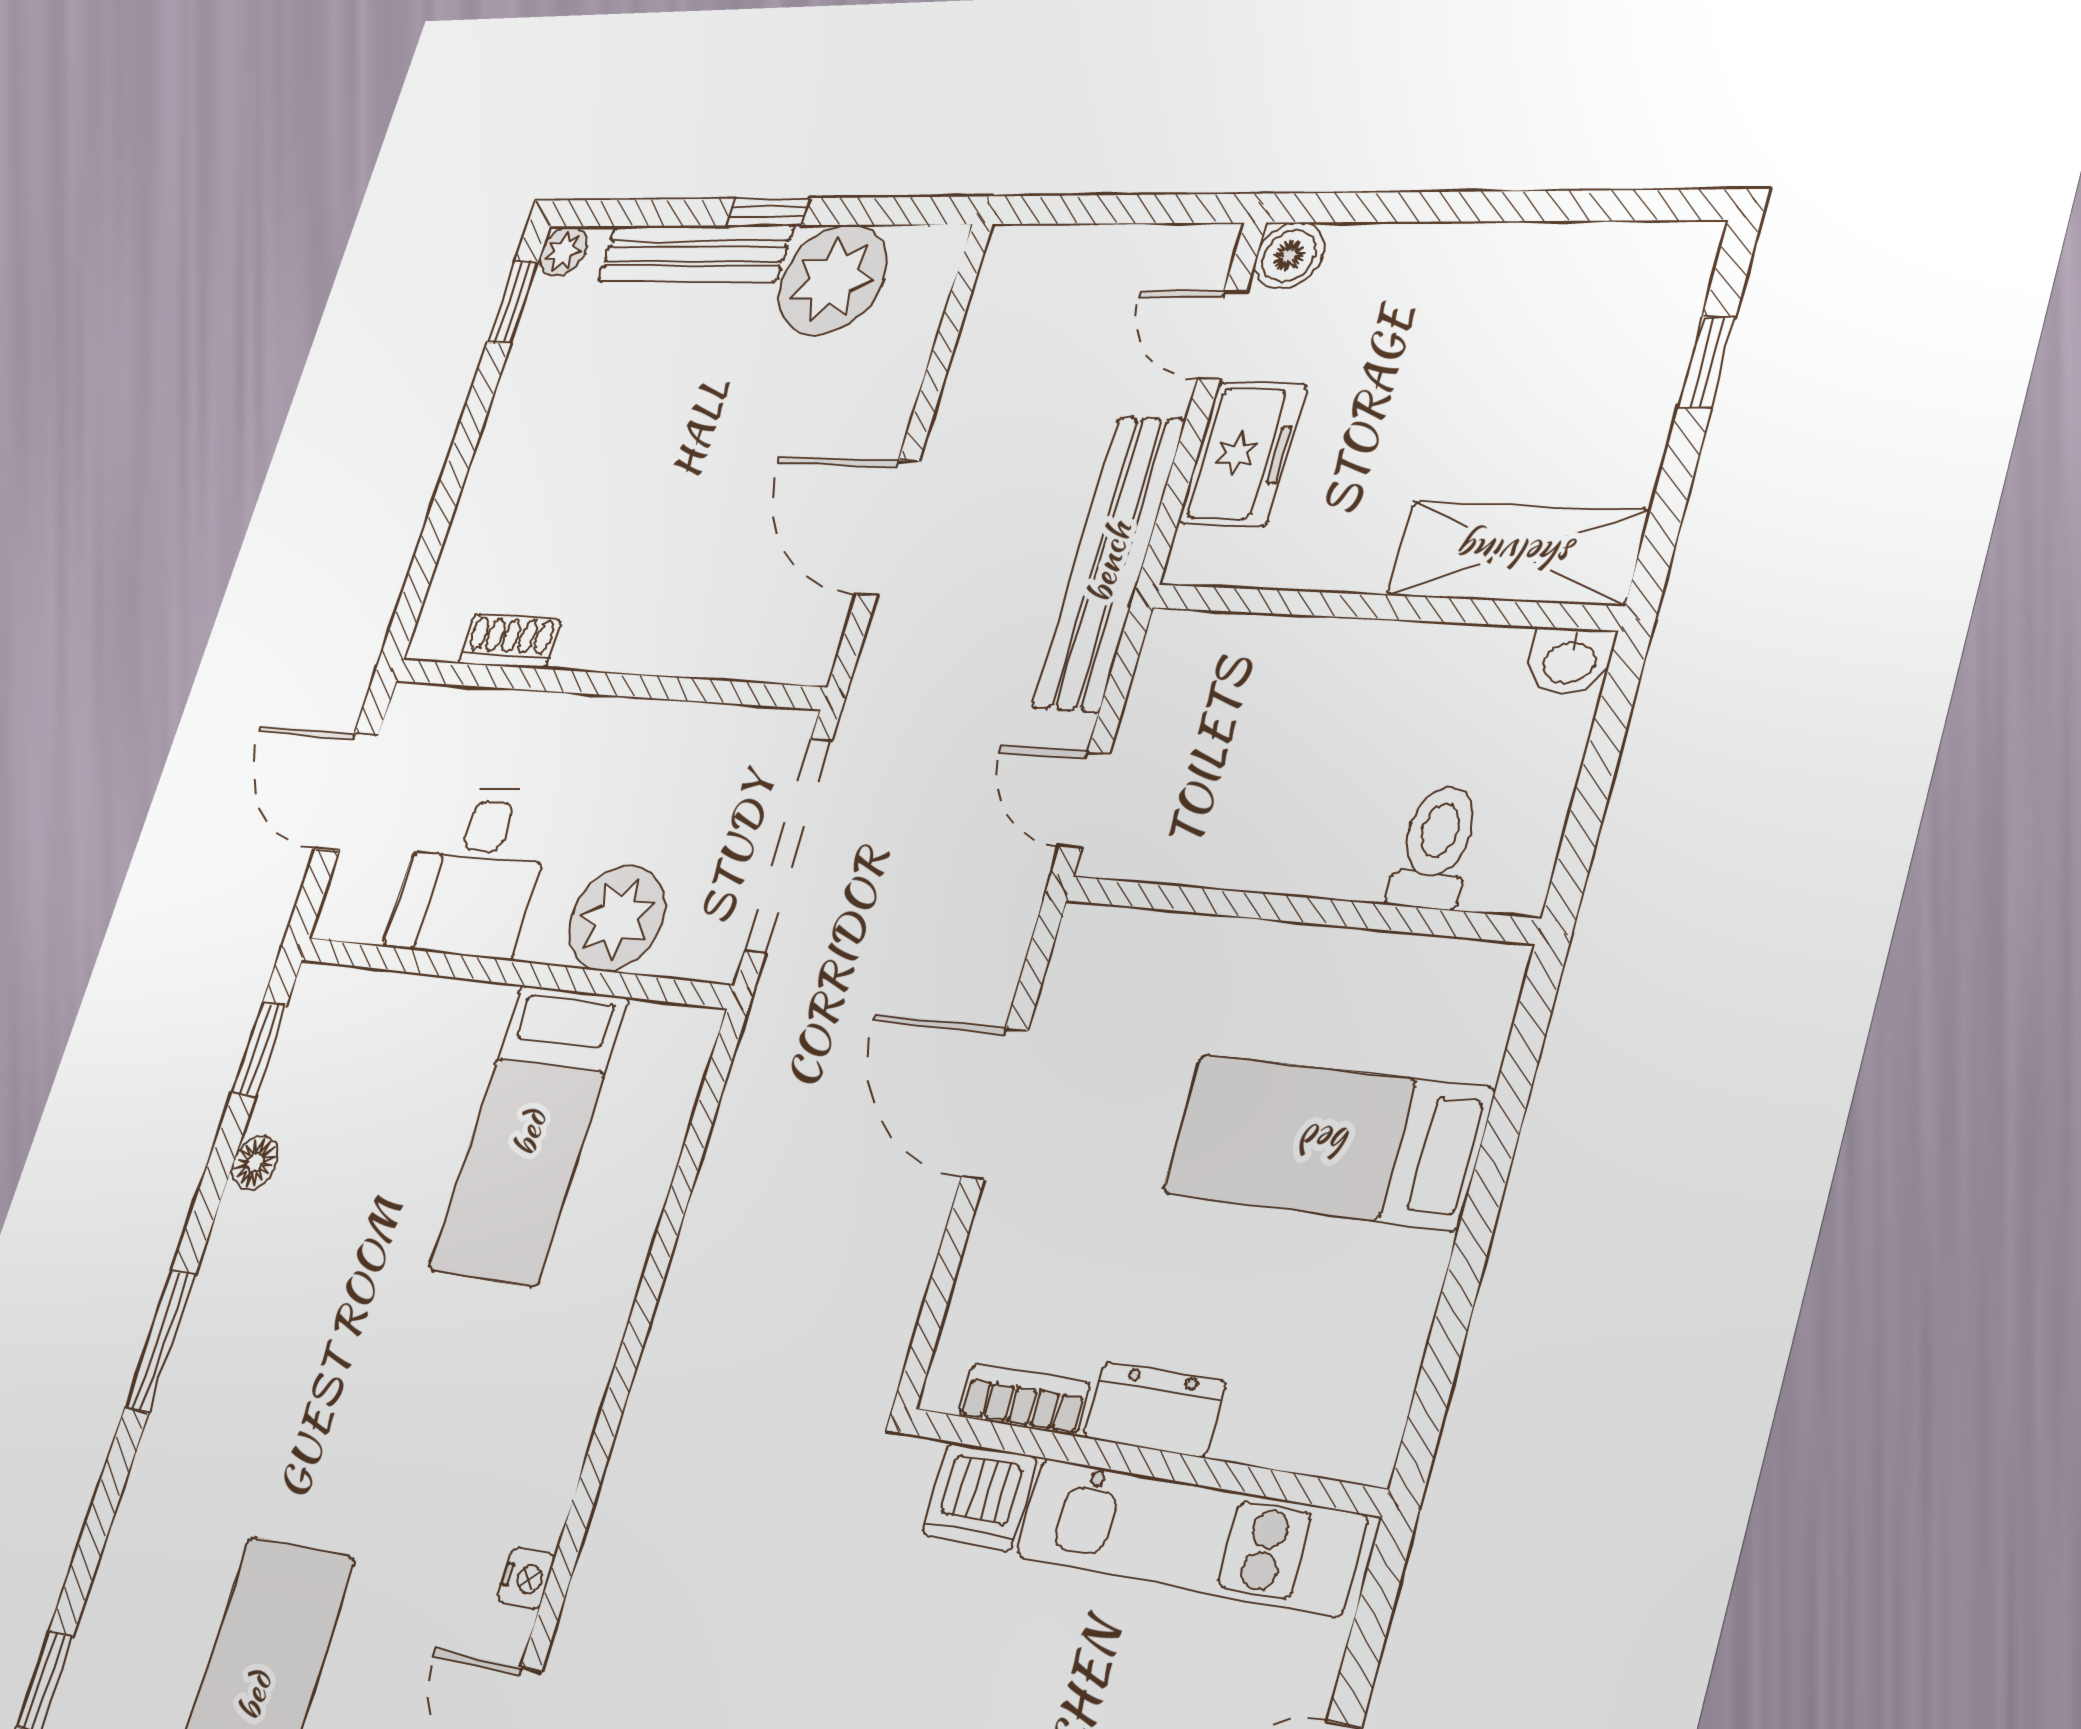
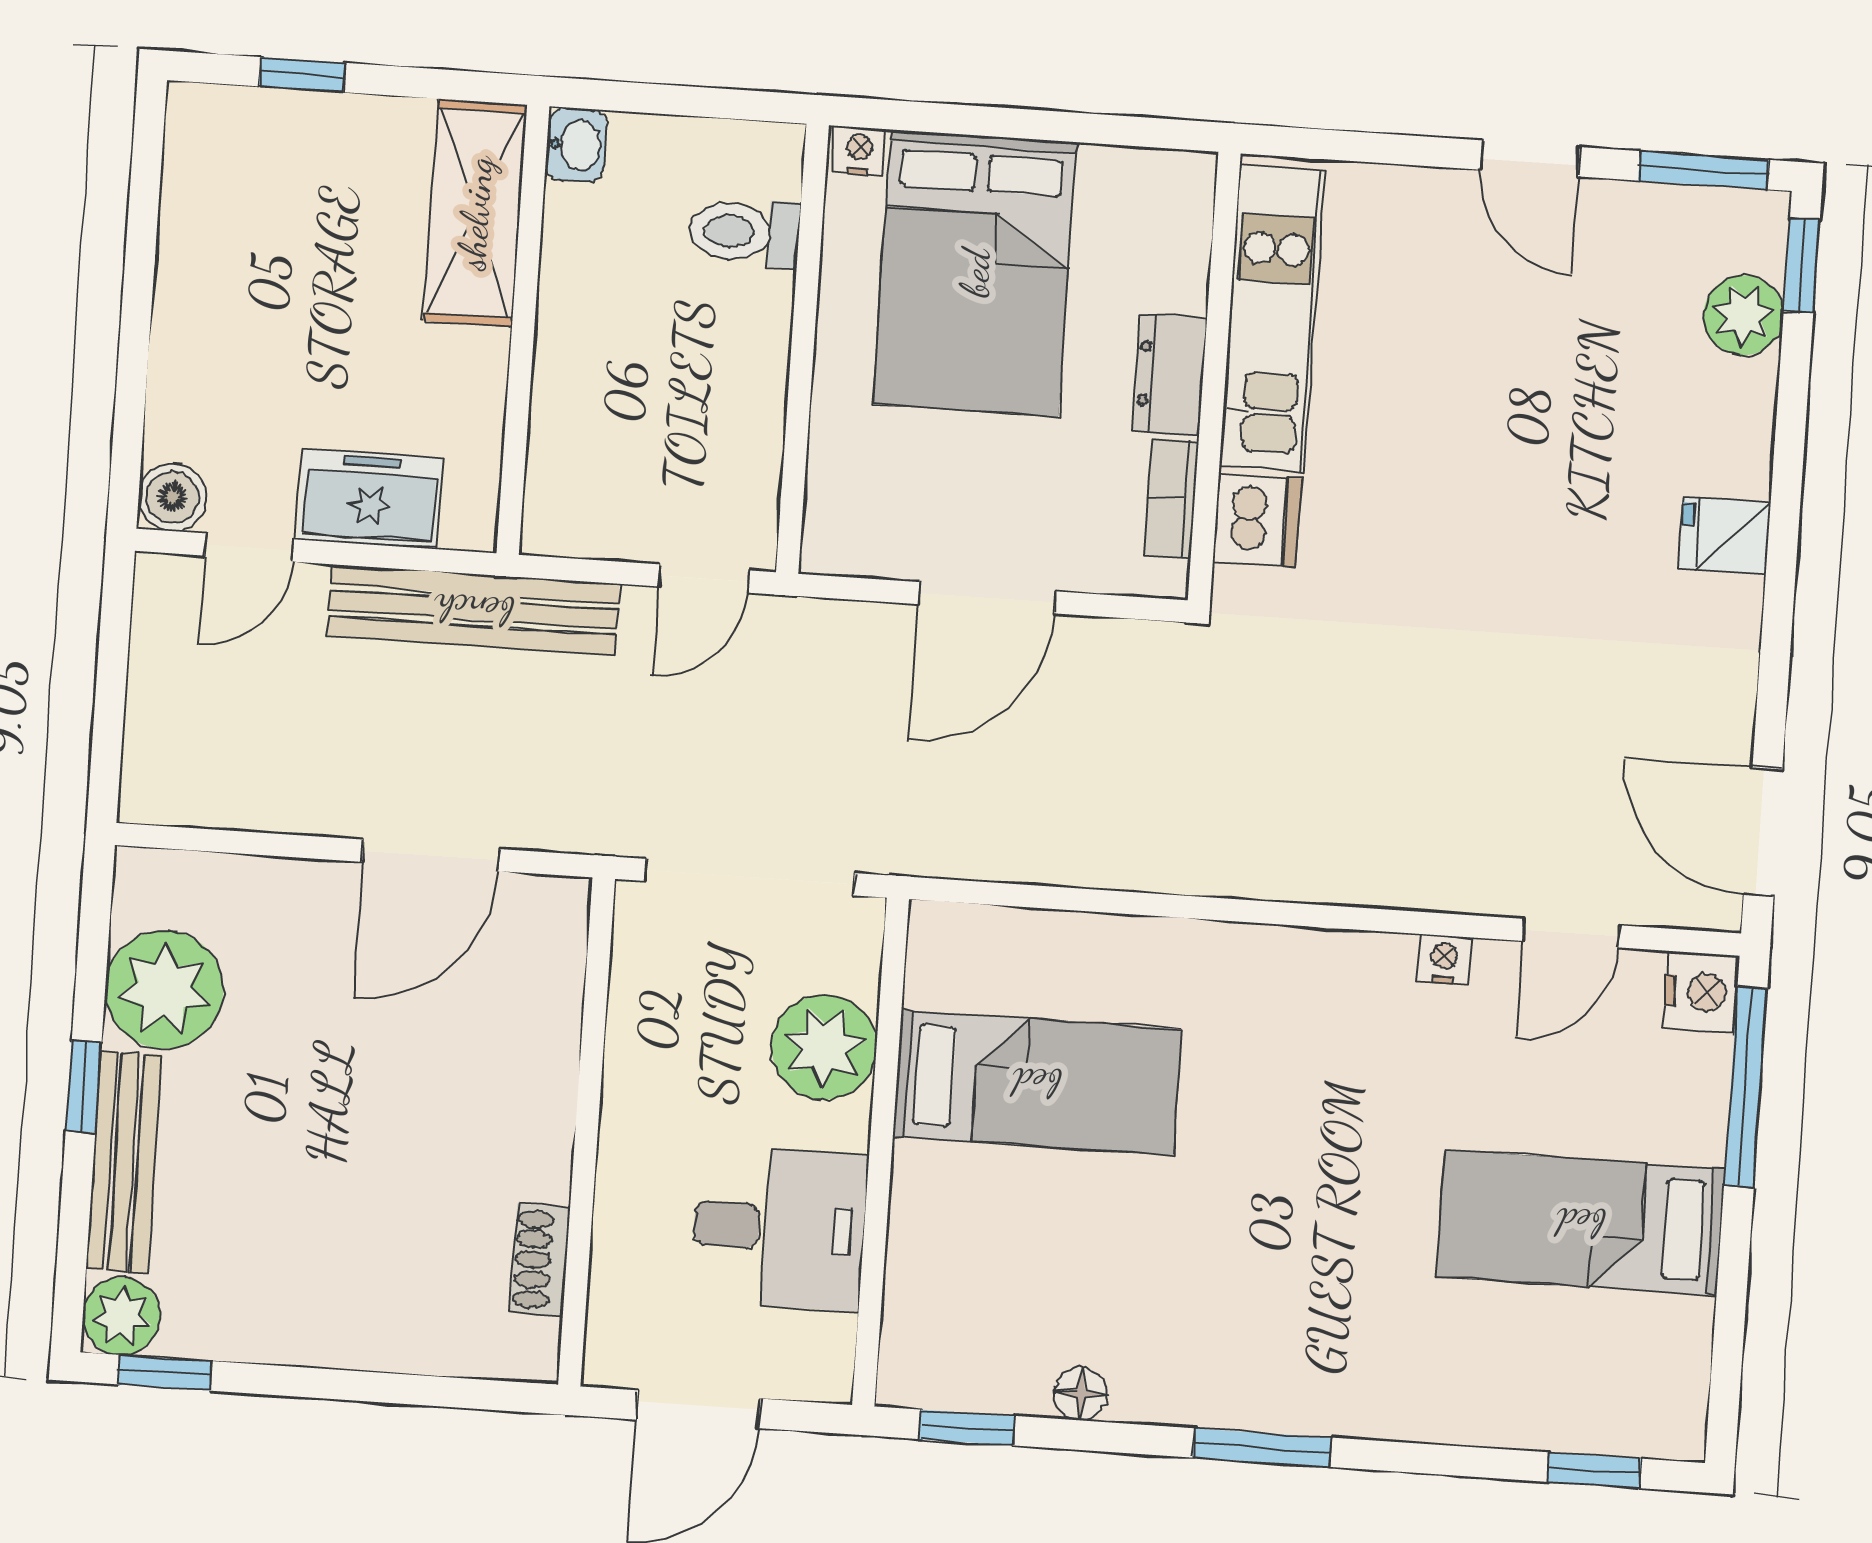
plant: (564, 251) -> (121, 1316), width x1.38, depth x1.38
nightstand: (1499, 978) -> (859, 151), added
bed: (1327, 1141) -> (975, 273), width x1.50
bookcase: (1024, 1399) -> (1171, 498), moved
dresser: (1155, 1410) -> (1170, 375), moved
wall: (1141, 1461) -> (1214, 377), moved
dishwasher: (980, 1496) -> (1257, 519), moved
kitchen unit: (1189, 1536) -> (1272, 318), moved

